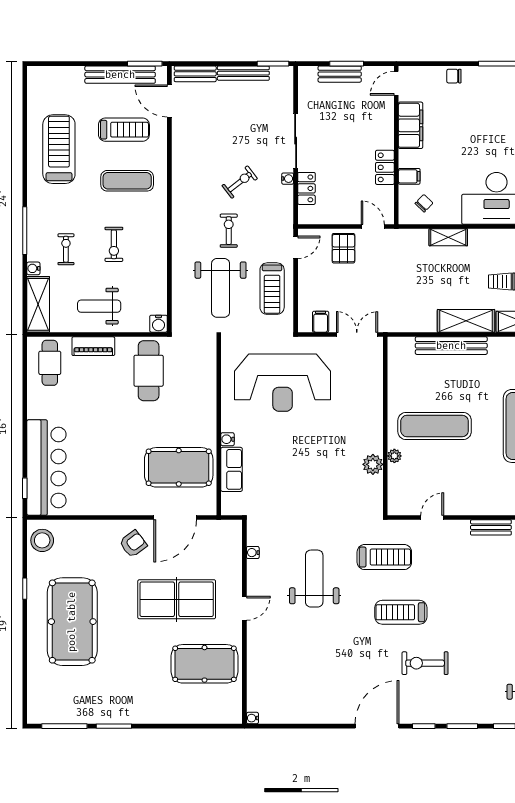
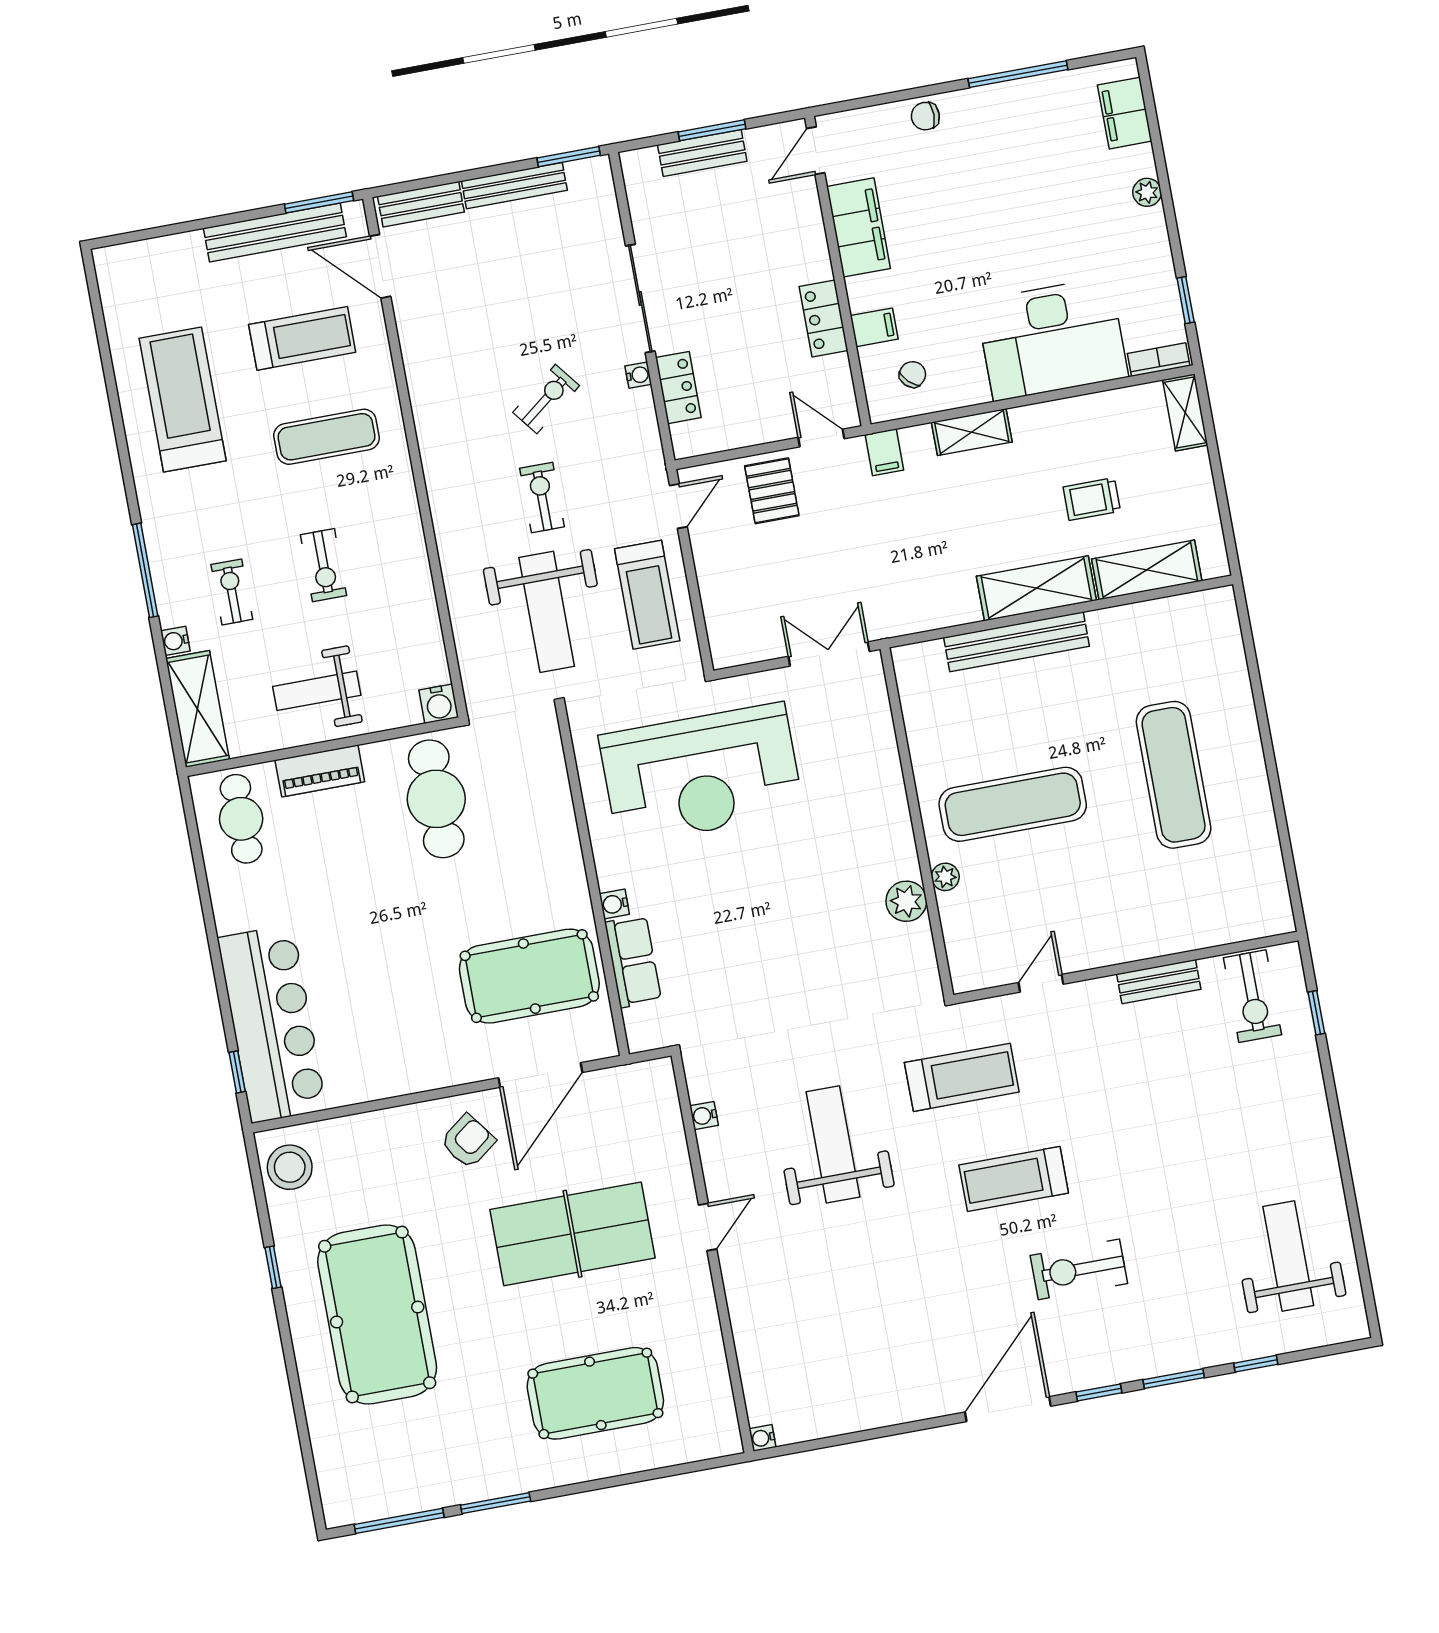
filing cabinet: (321, 322) -> (884, 452), moved, turned 180
pool table: (205, 664) -> (595, 1393), moved

